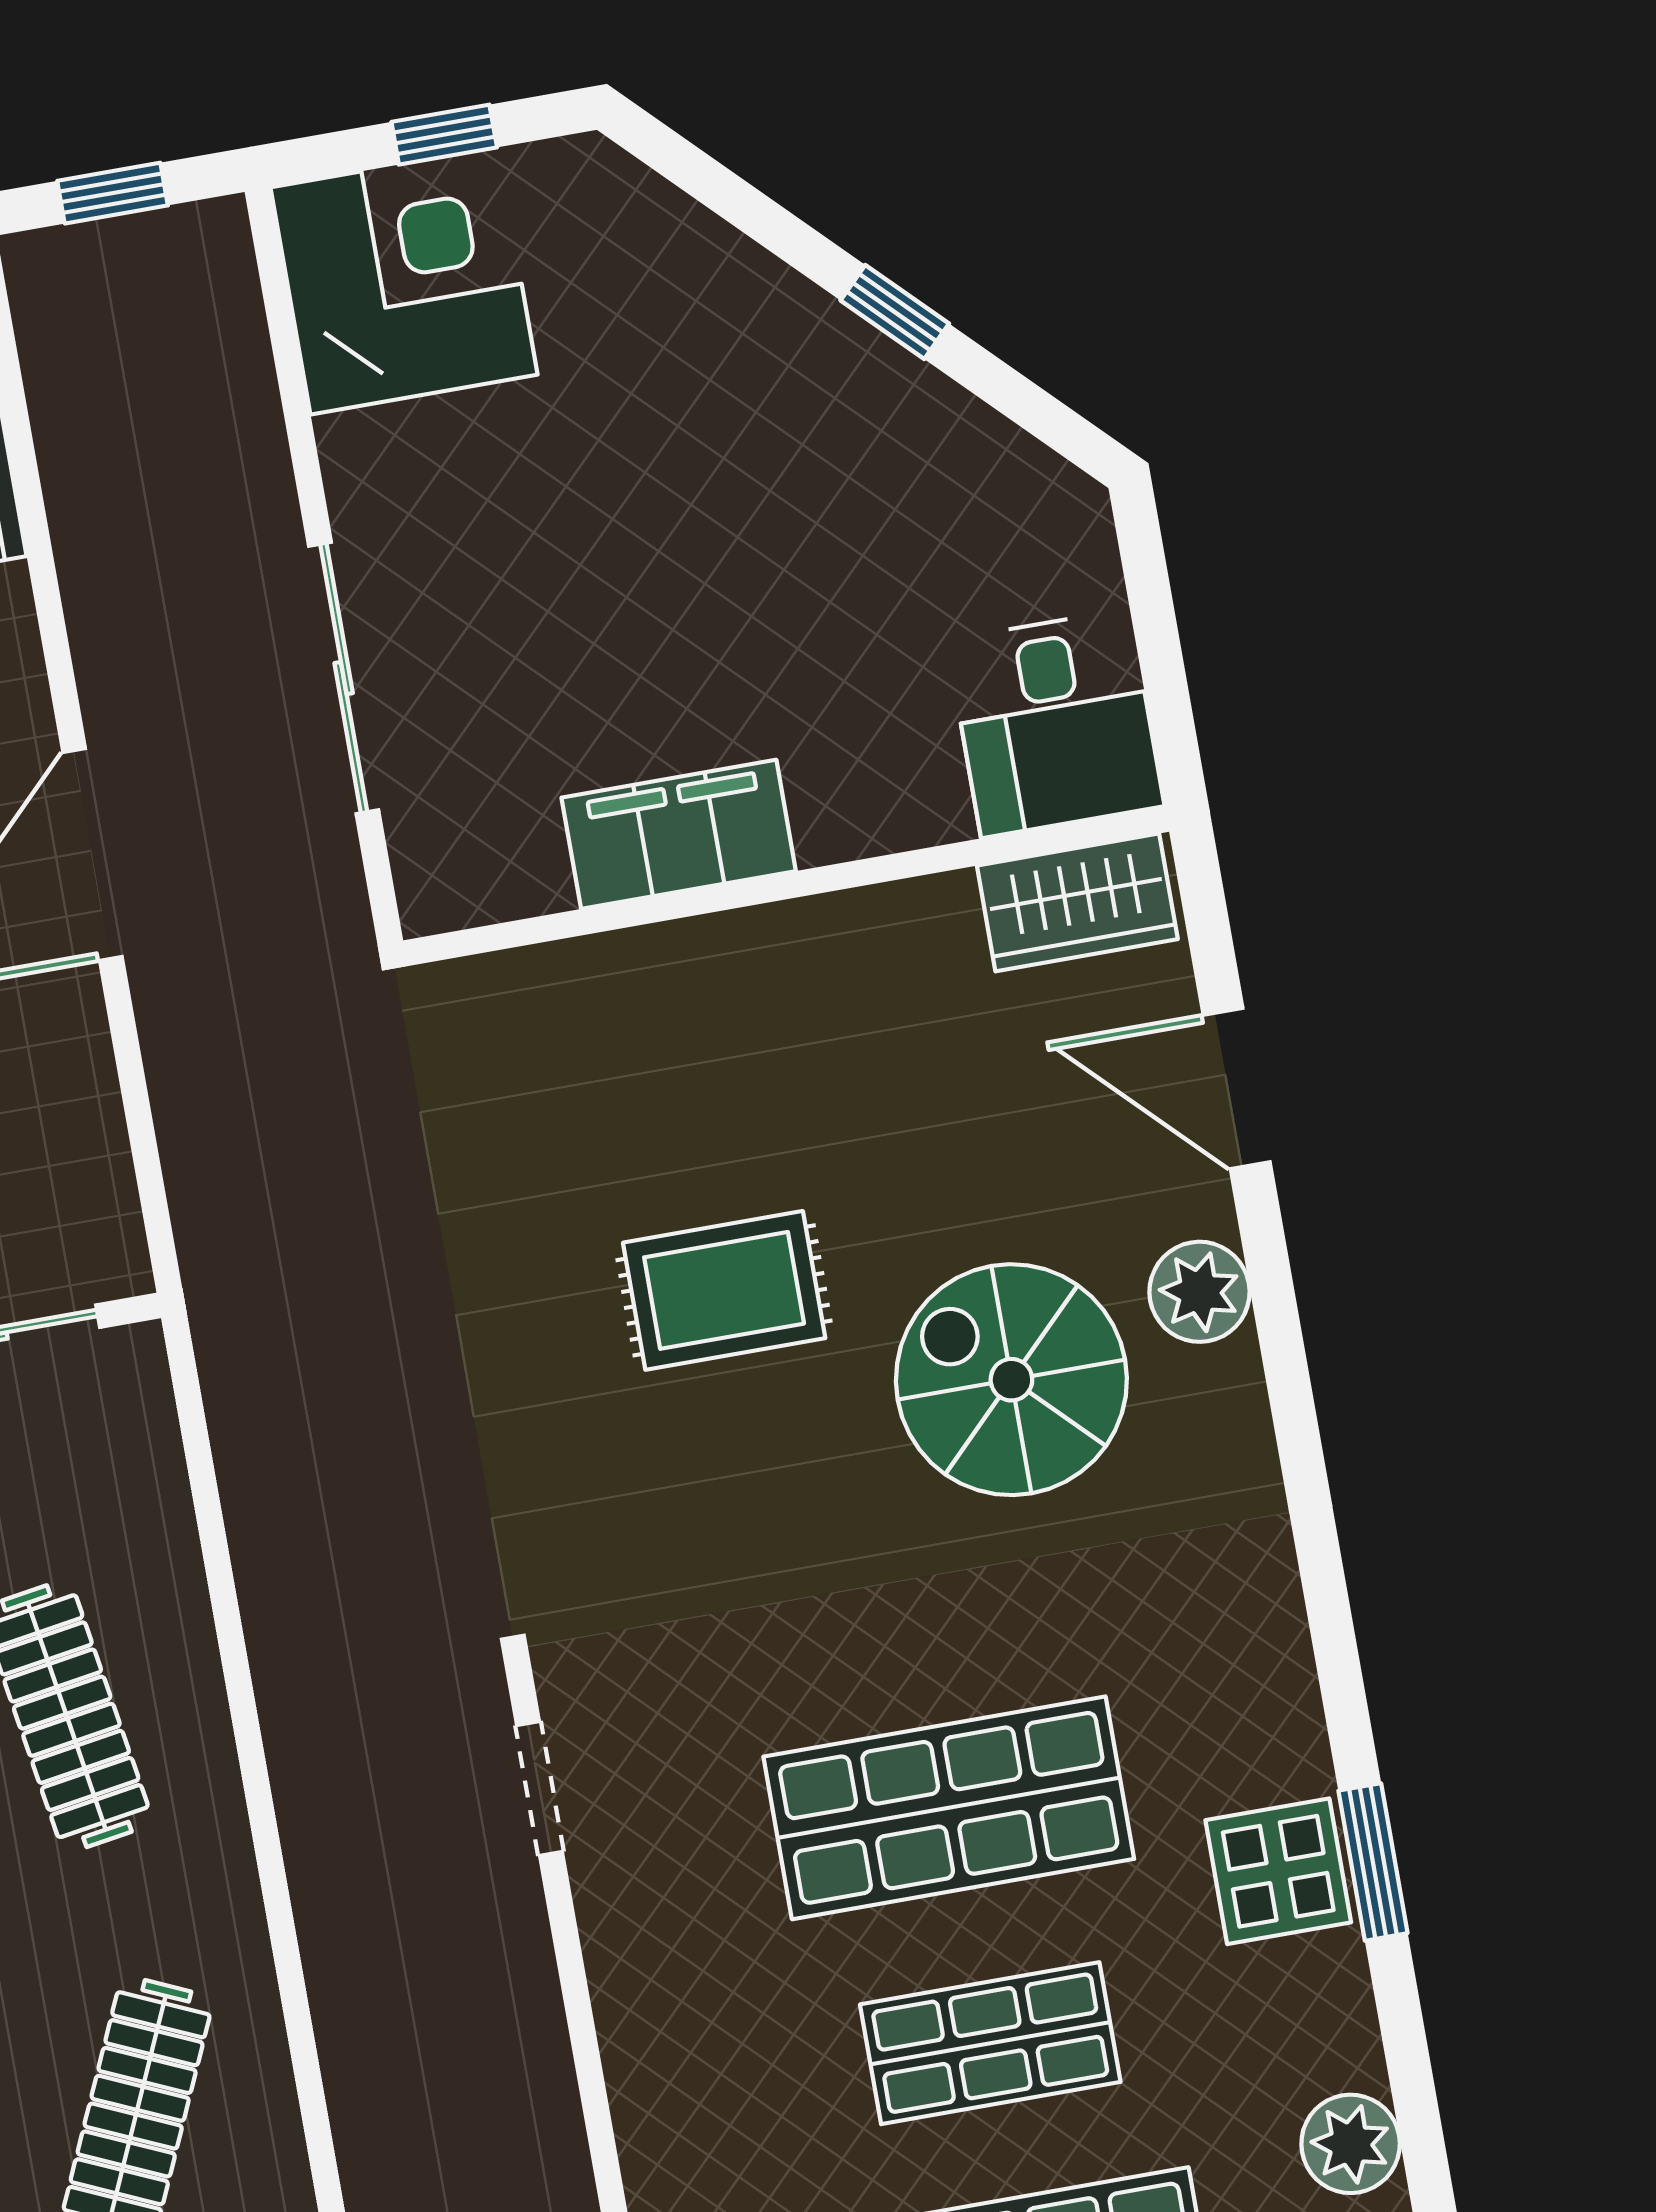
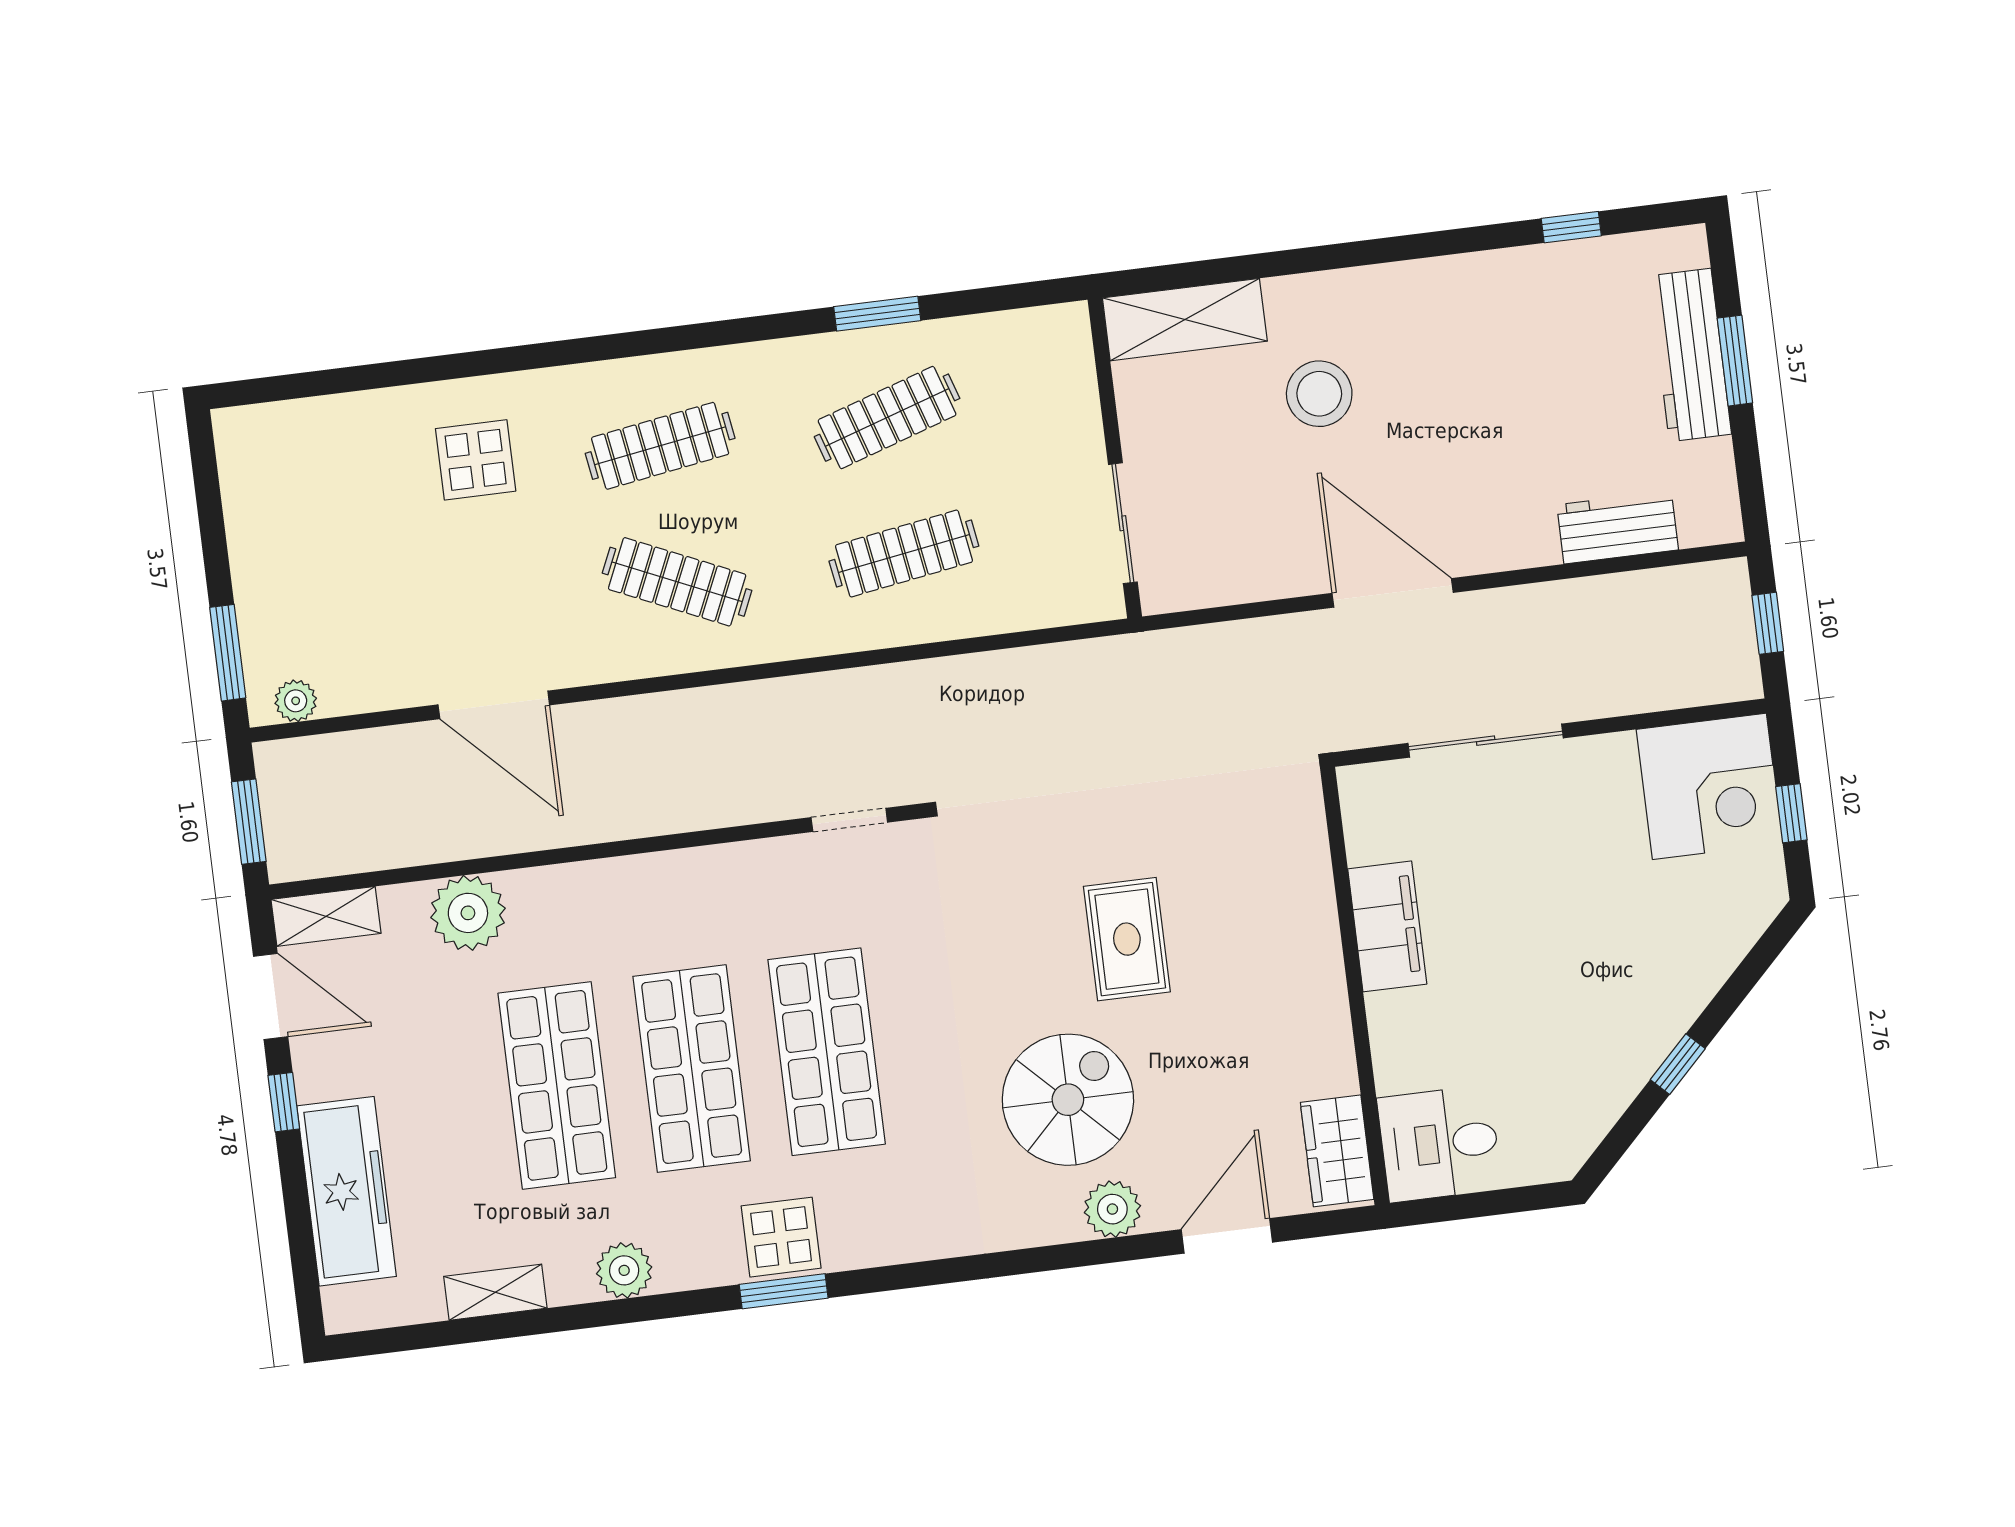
shop shelf: (990, 2043) -> (692, 1069), width x1.43, depth x1.36

